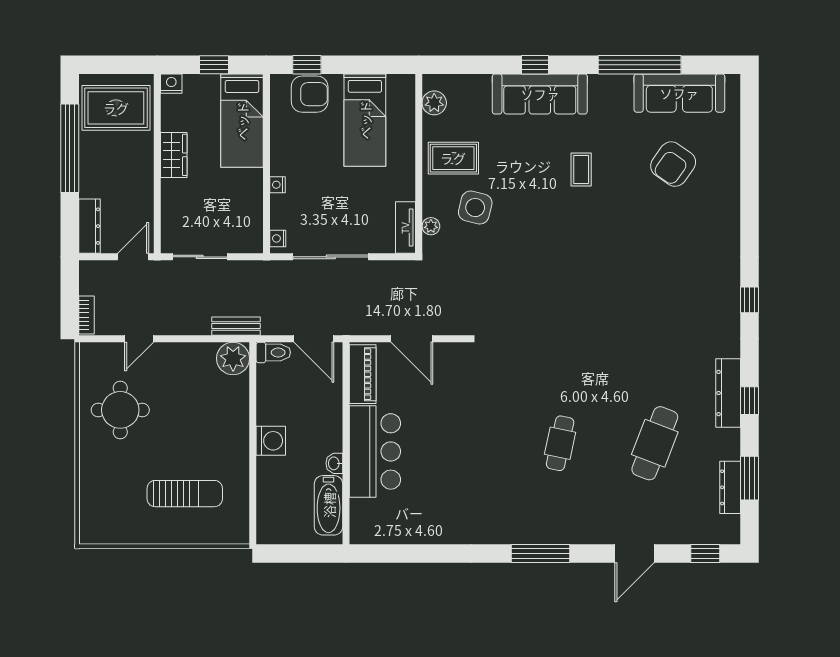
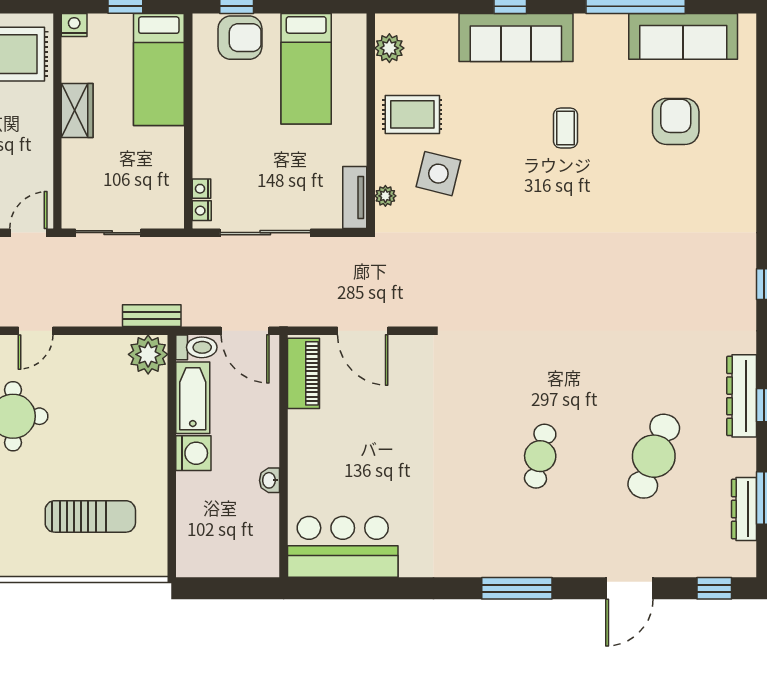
armchair: (673, 164) -> (676, 121), turned 145
nightstand: (278, 185) -> (201, 189), moved
bar counter: (375, 451) -> (343, 547), moved, turned -90
bathtub: (329, 505) -> (193, 398), moved, turned 180

